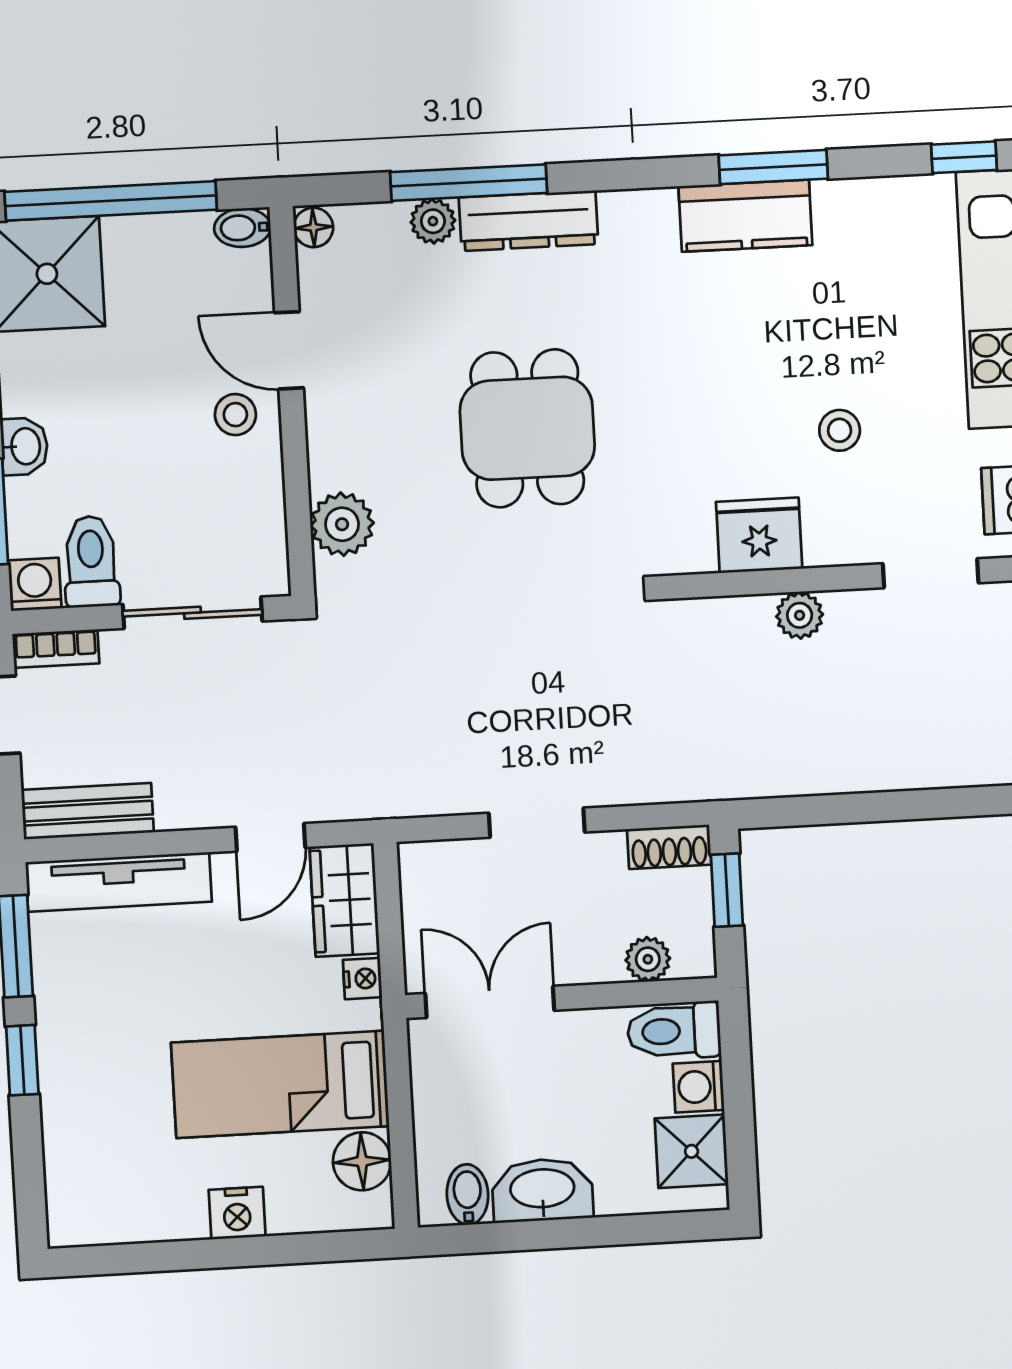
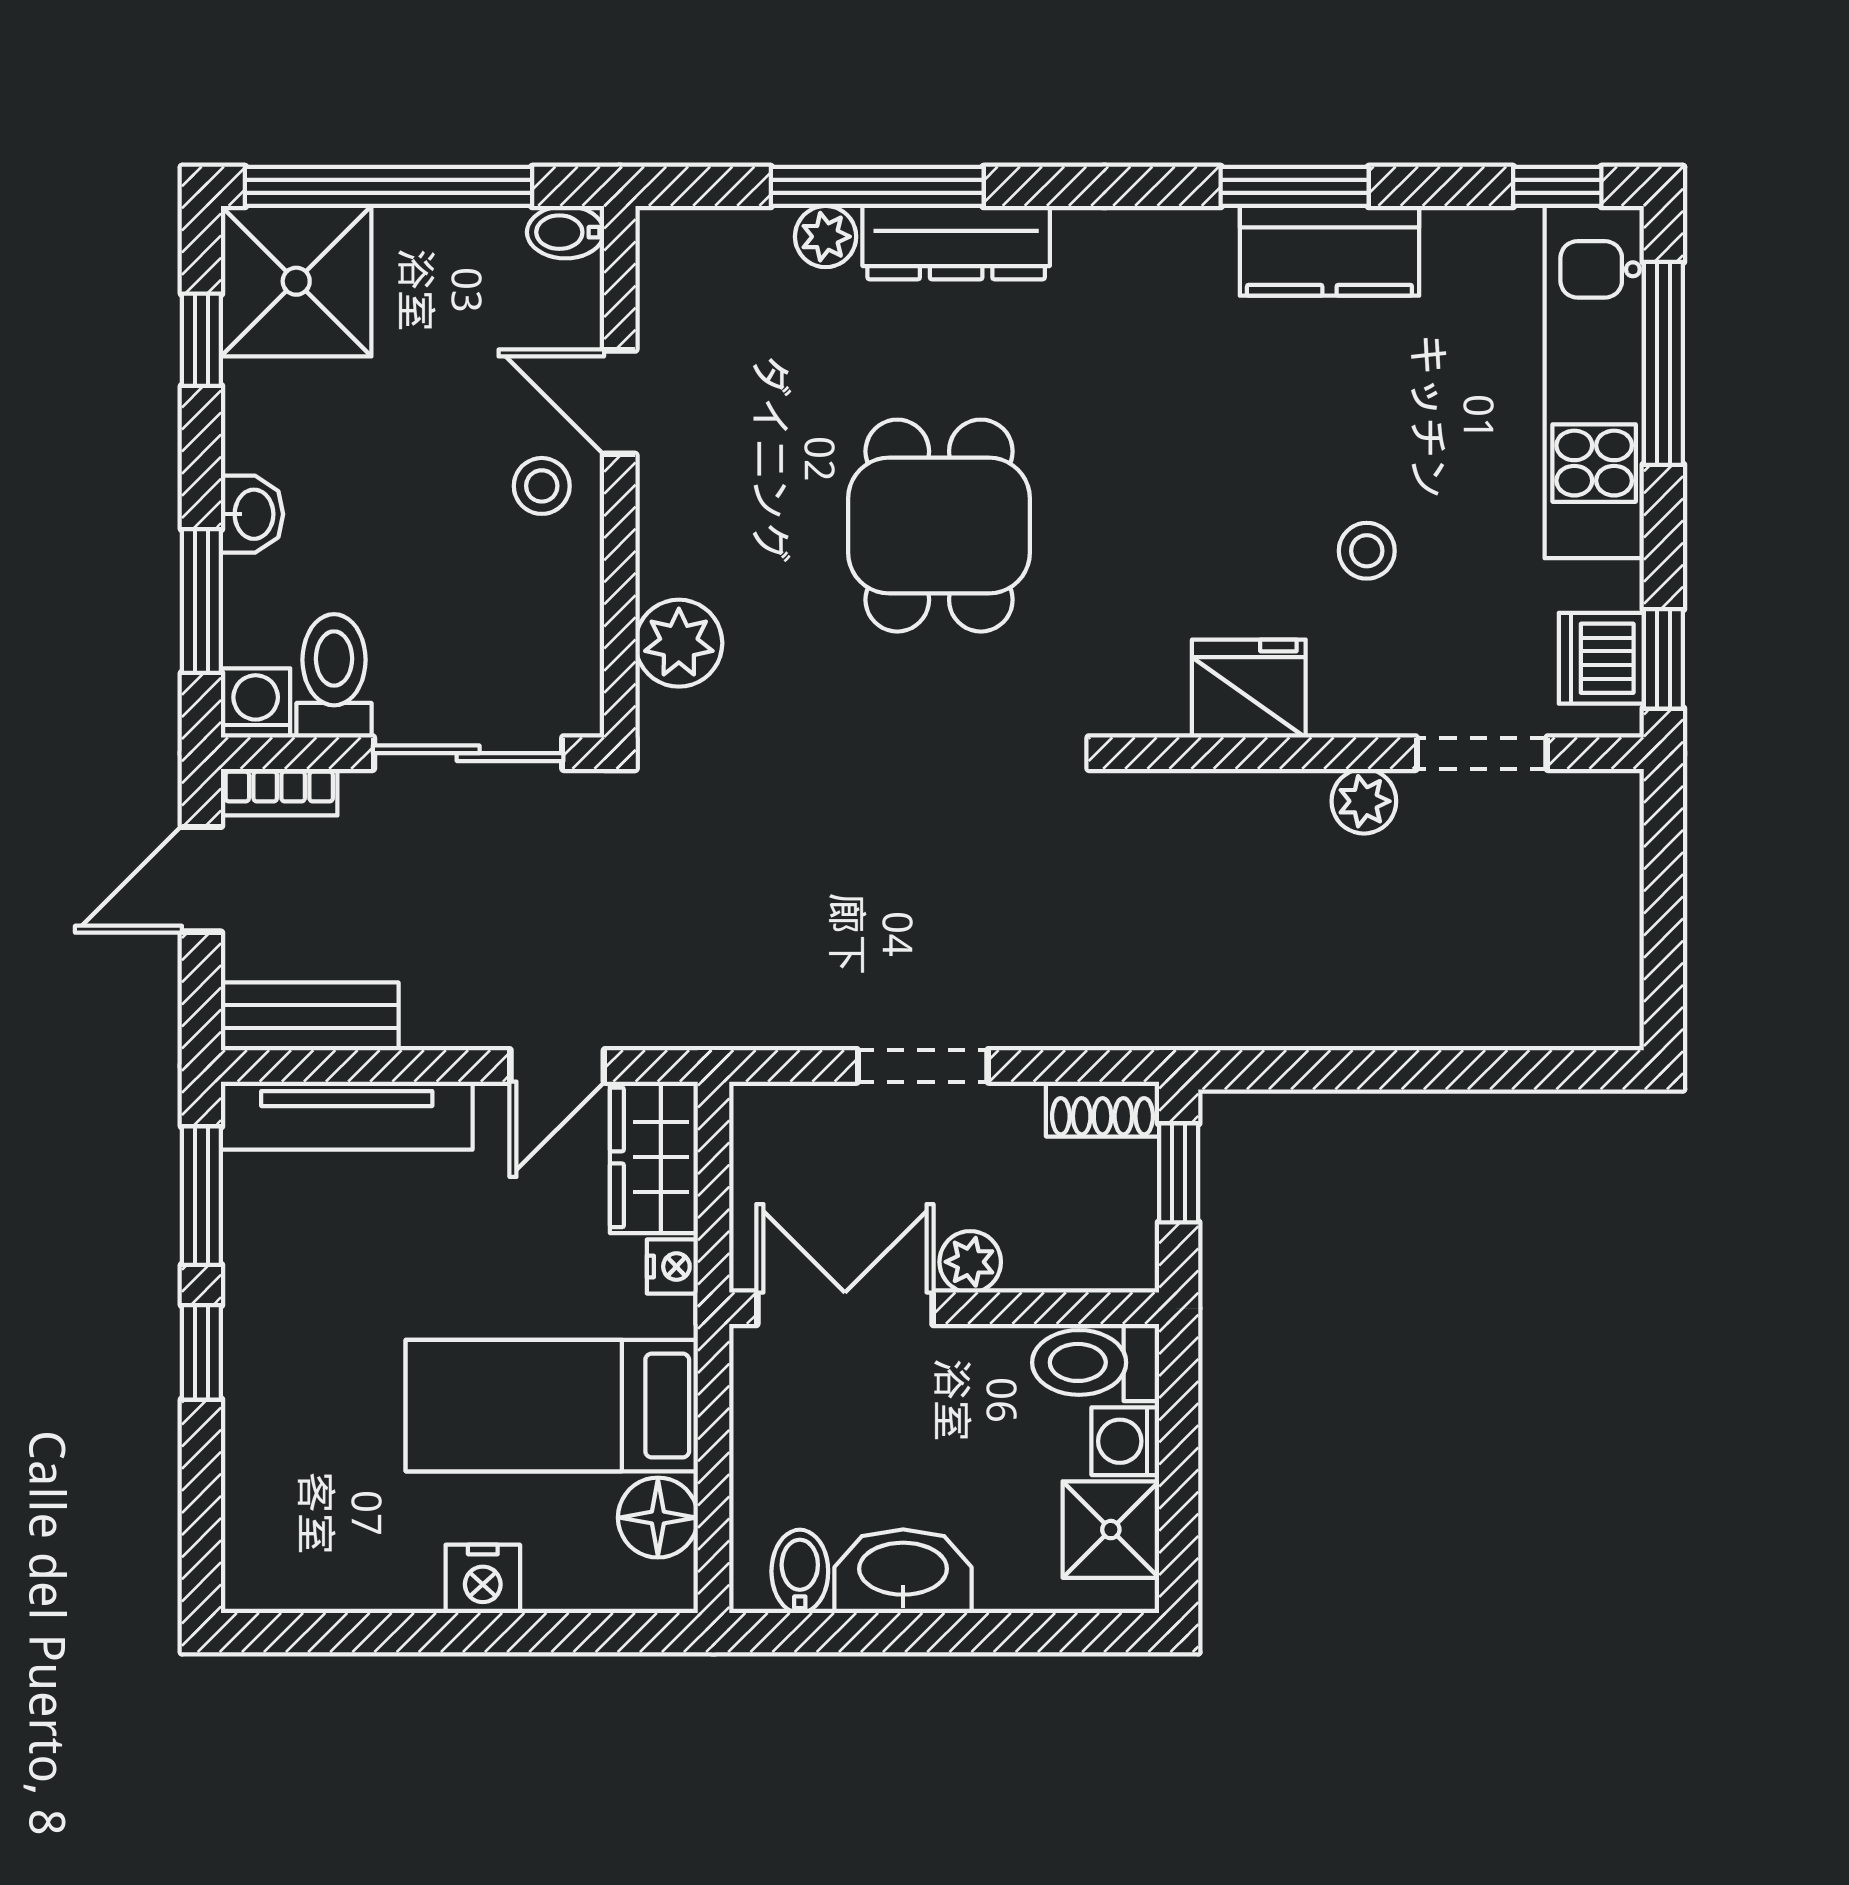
kitchen counter: (745, 216) -> (1329, 251), moved
floor lamp: (313, 227) -> (662, 237), removed
plant: (800, 615) -> (1364, 801), moved
plant: (648, 959) -> (970, 1262), moved

